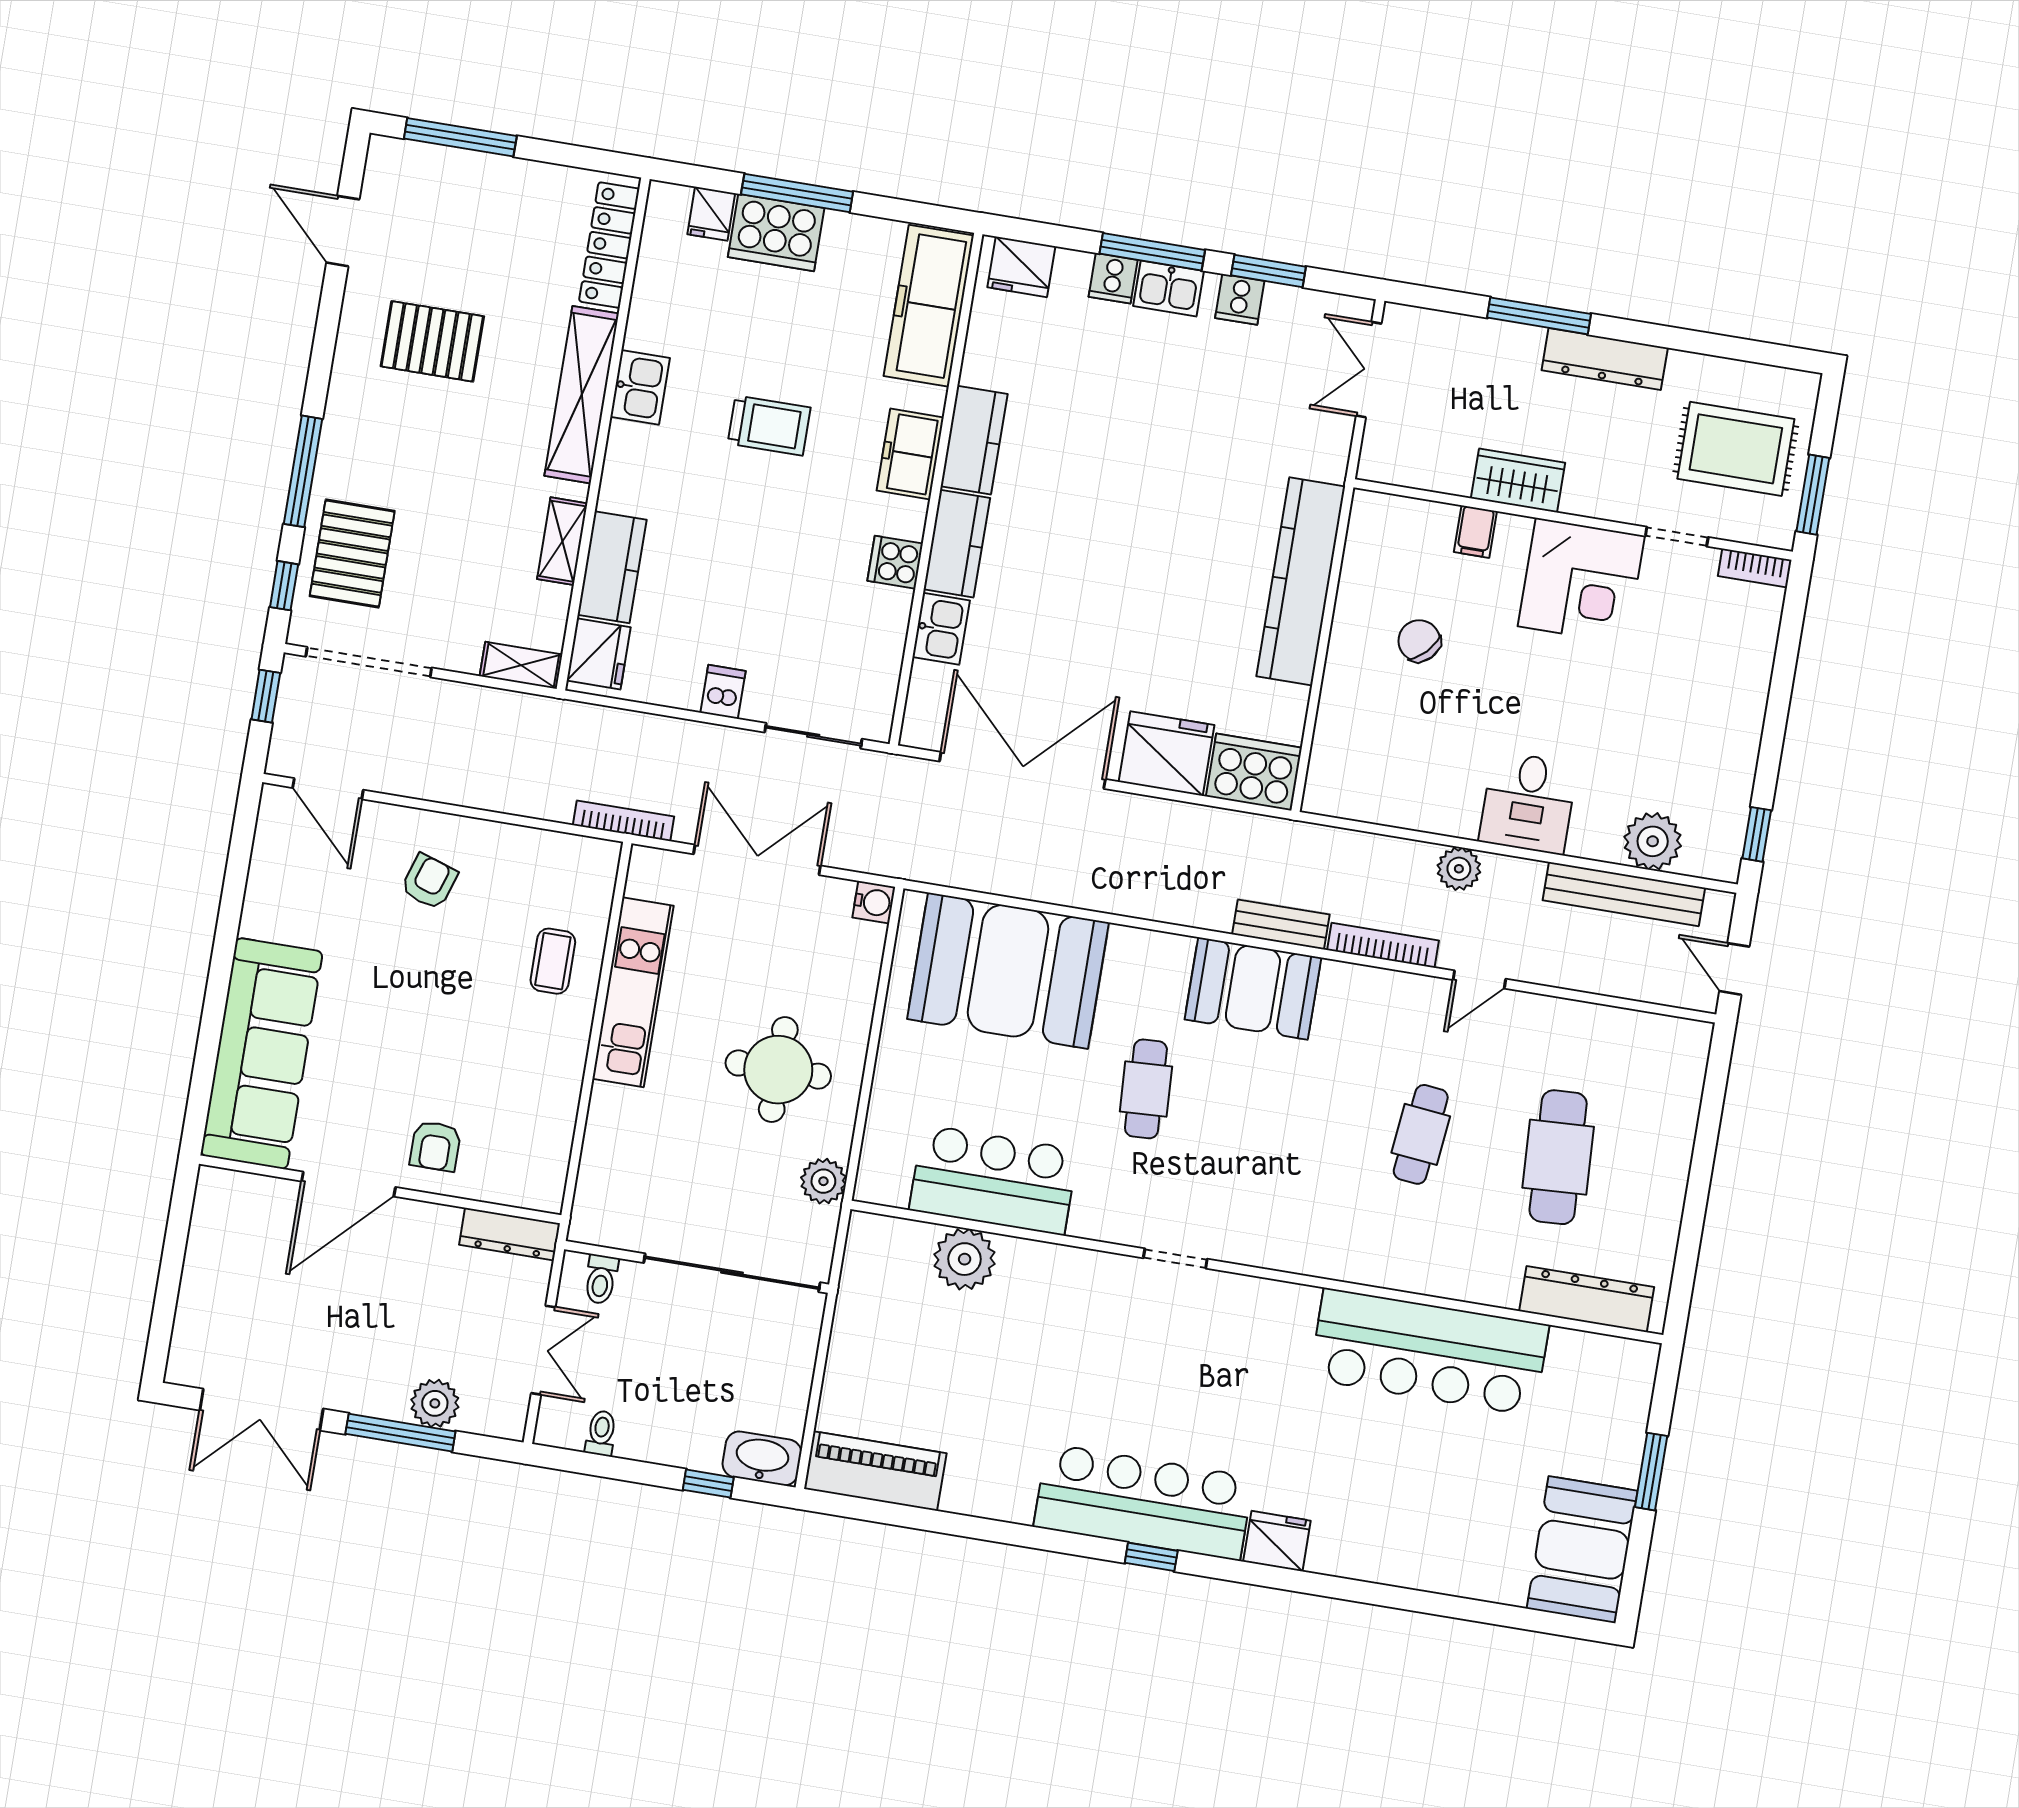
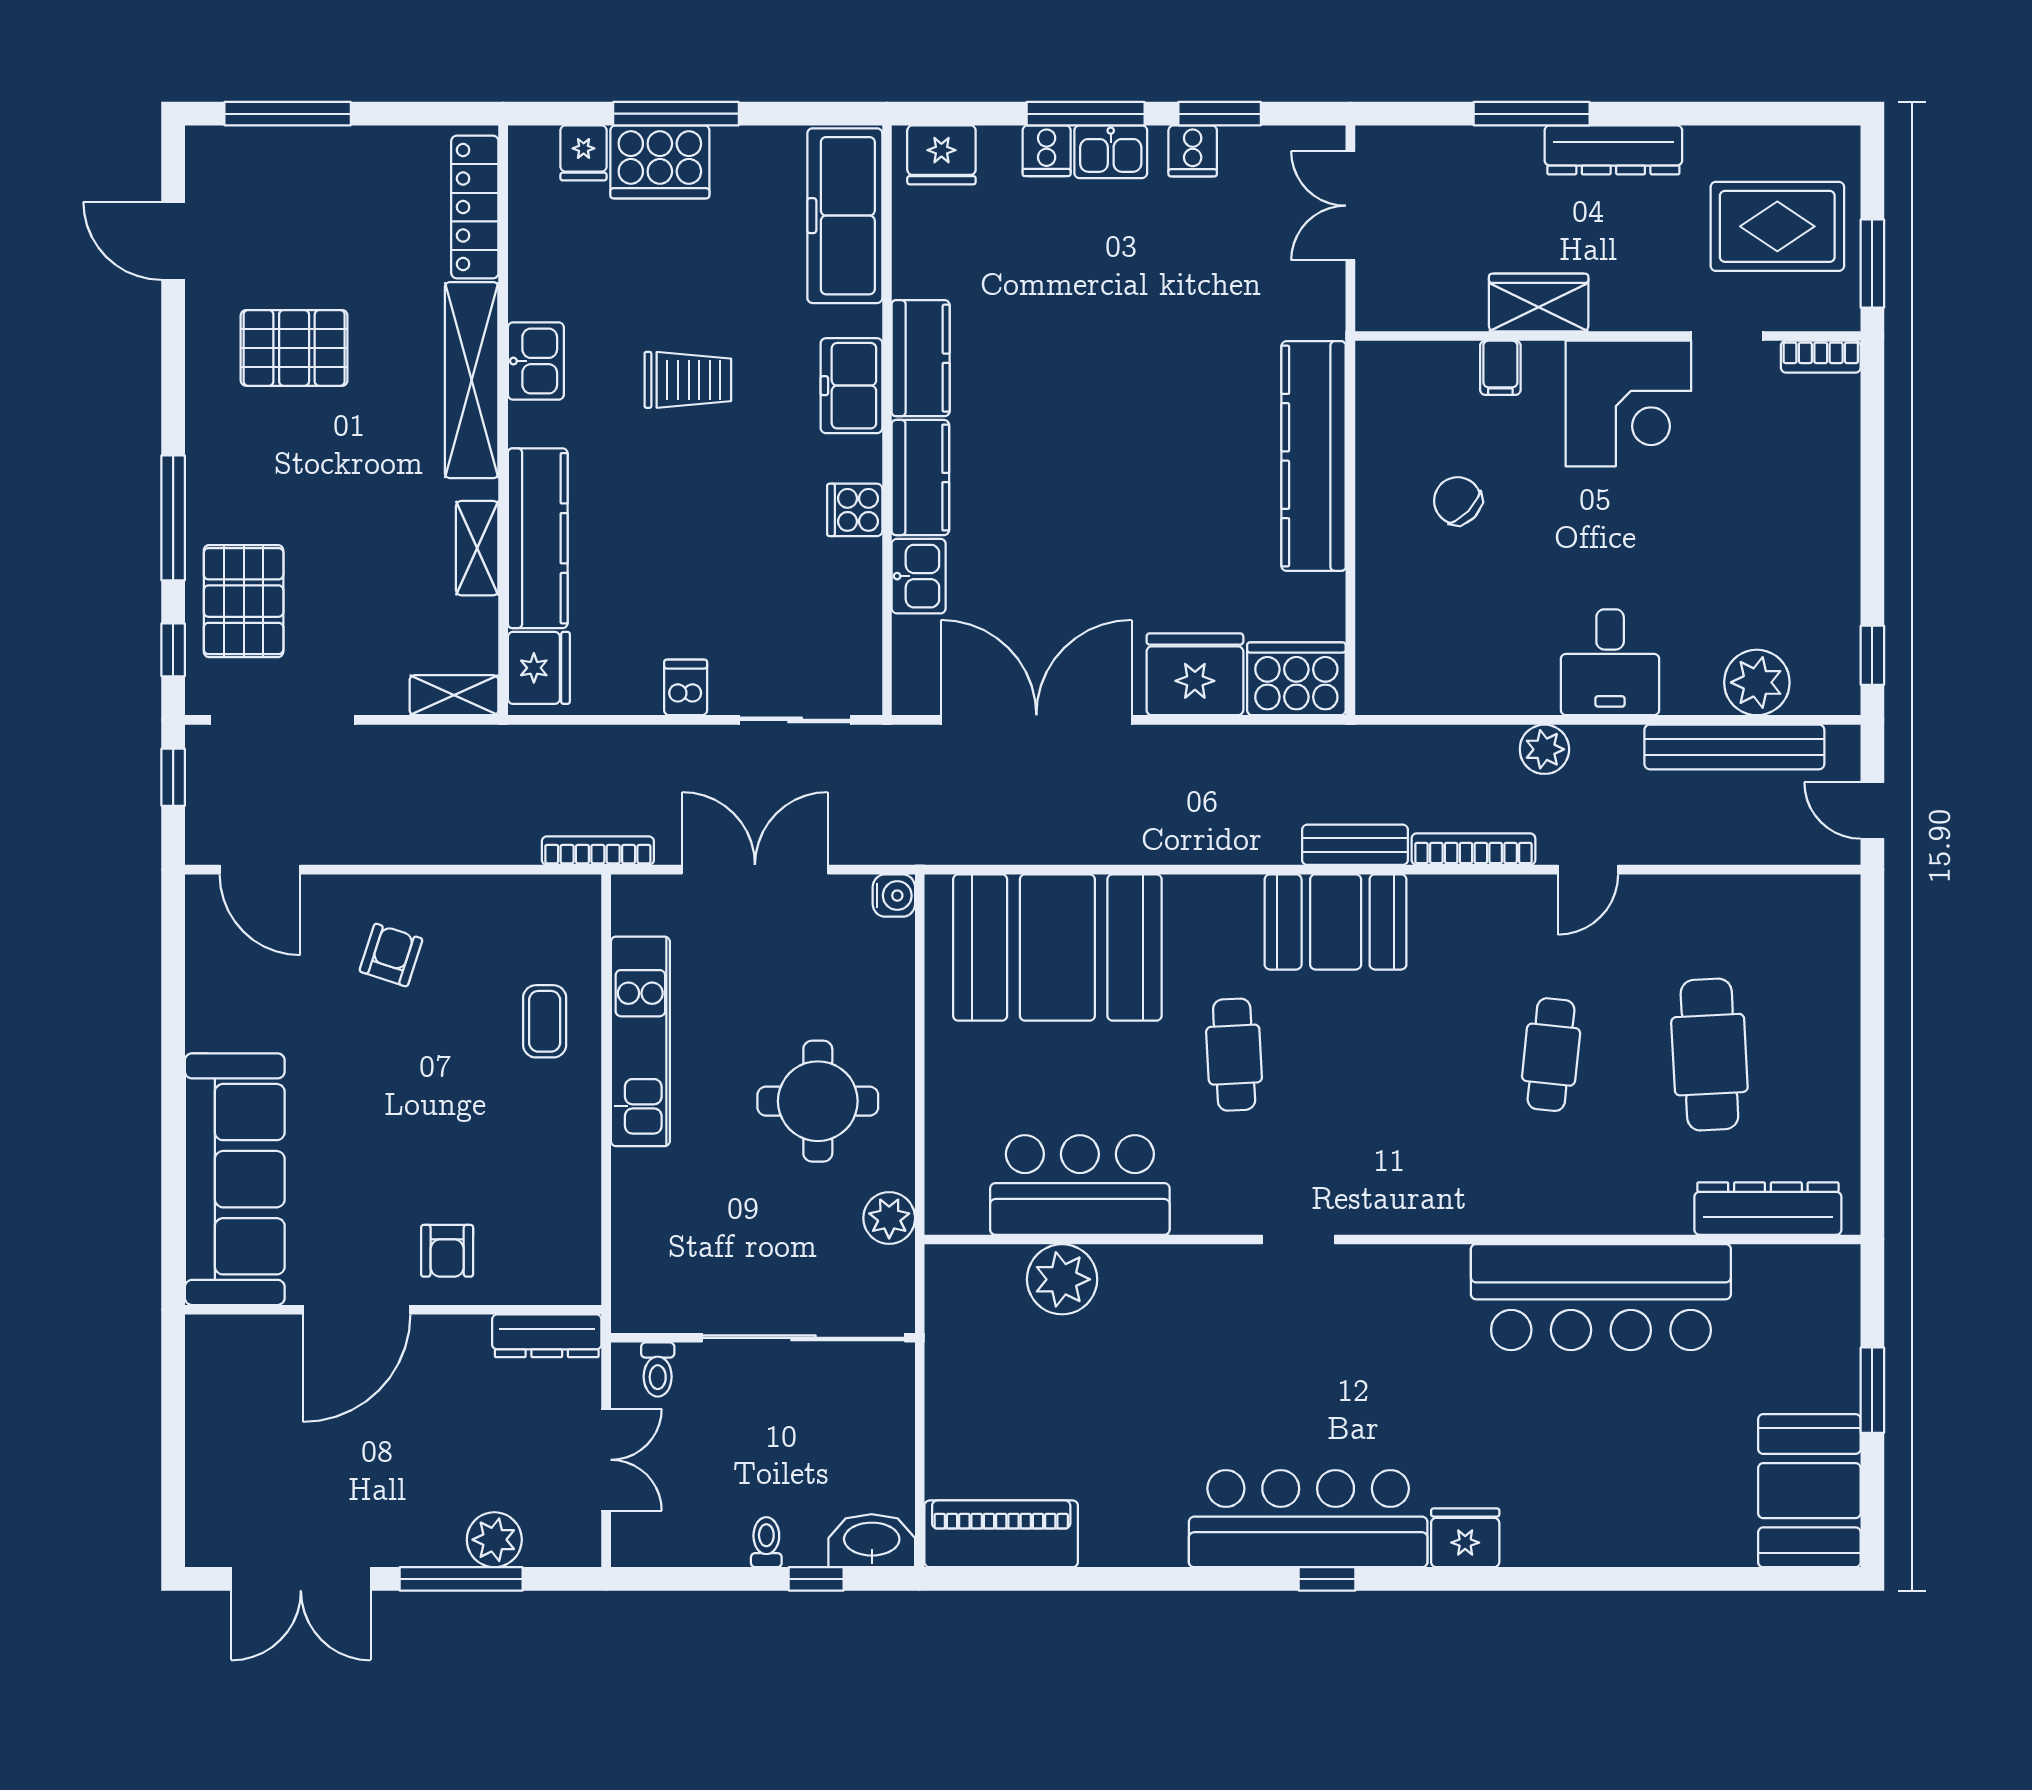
kitchen counter: (612, 567) -> (538, 538), width x1.50
toilet: (601, 1433) -> (766, 1542), moved

